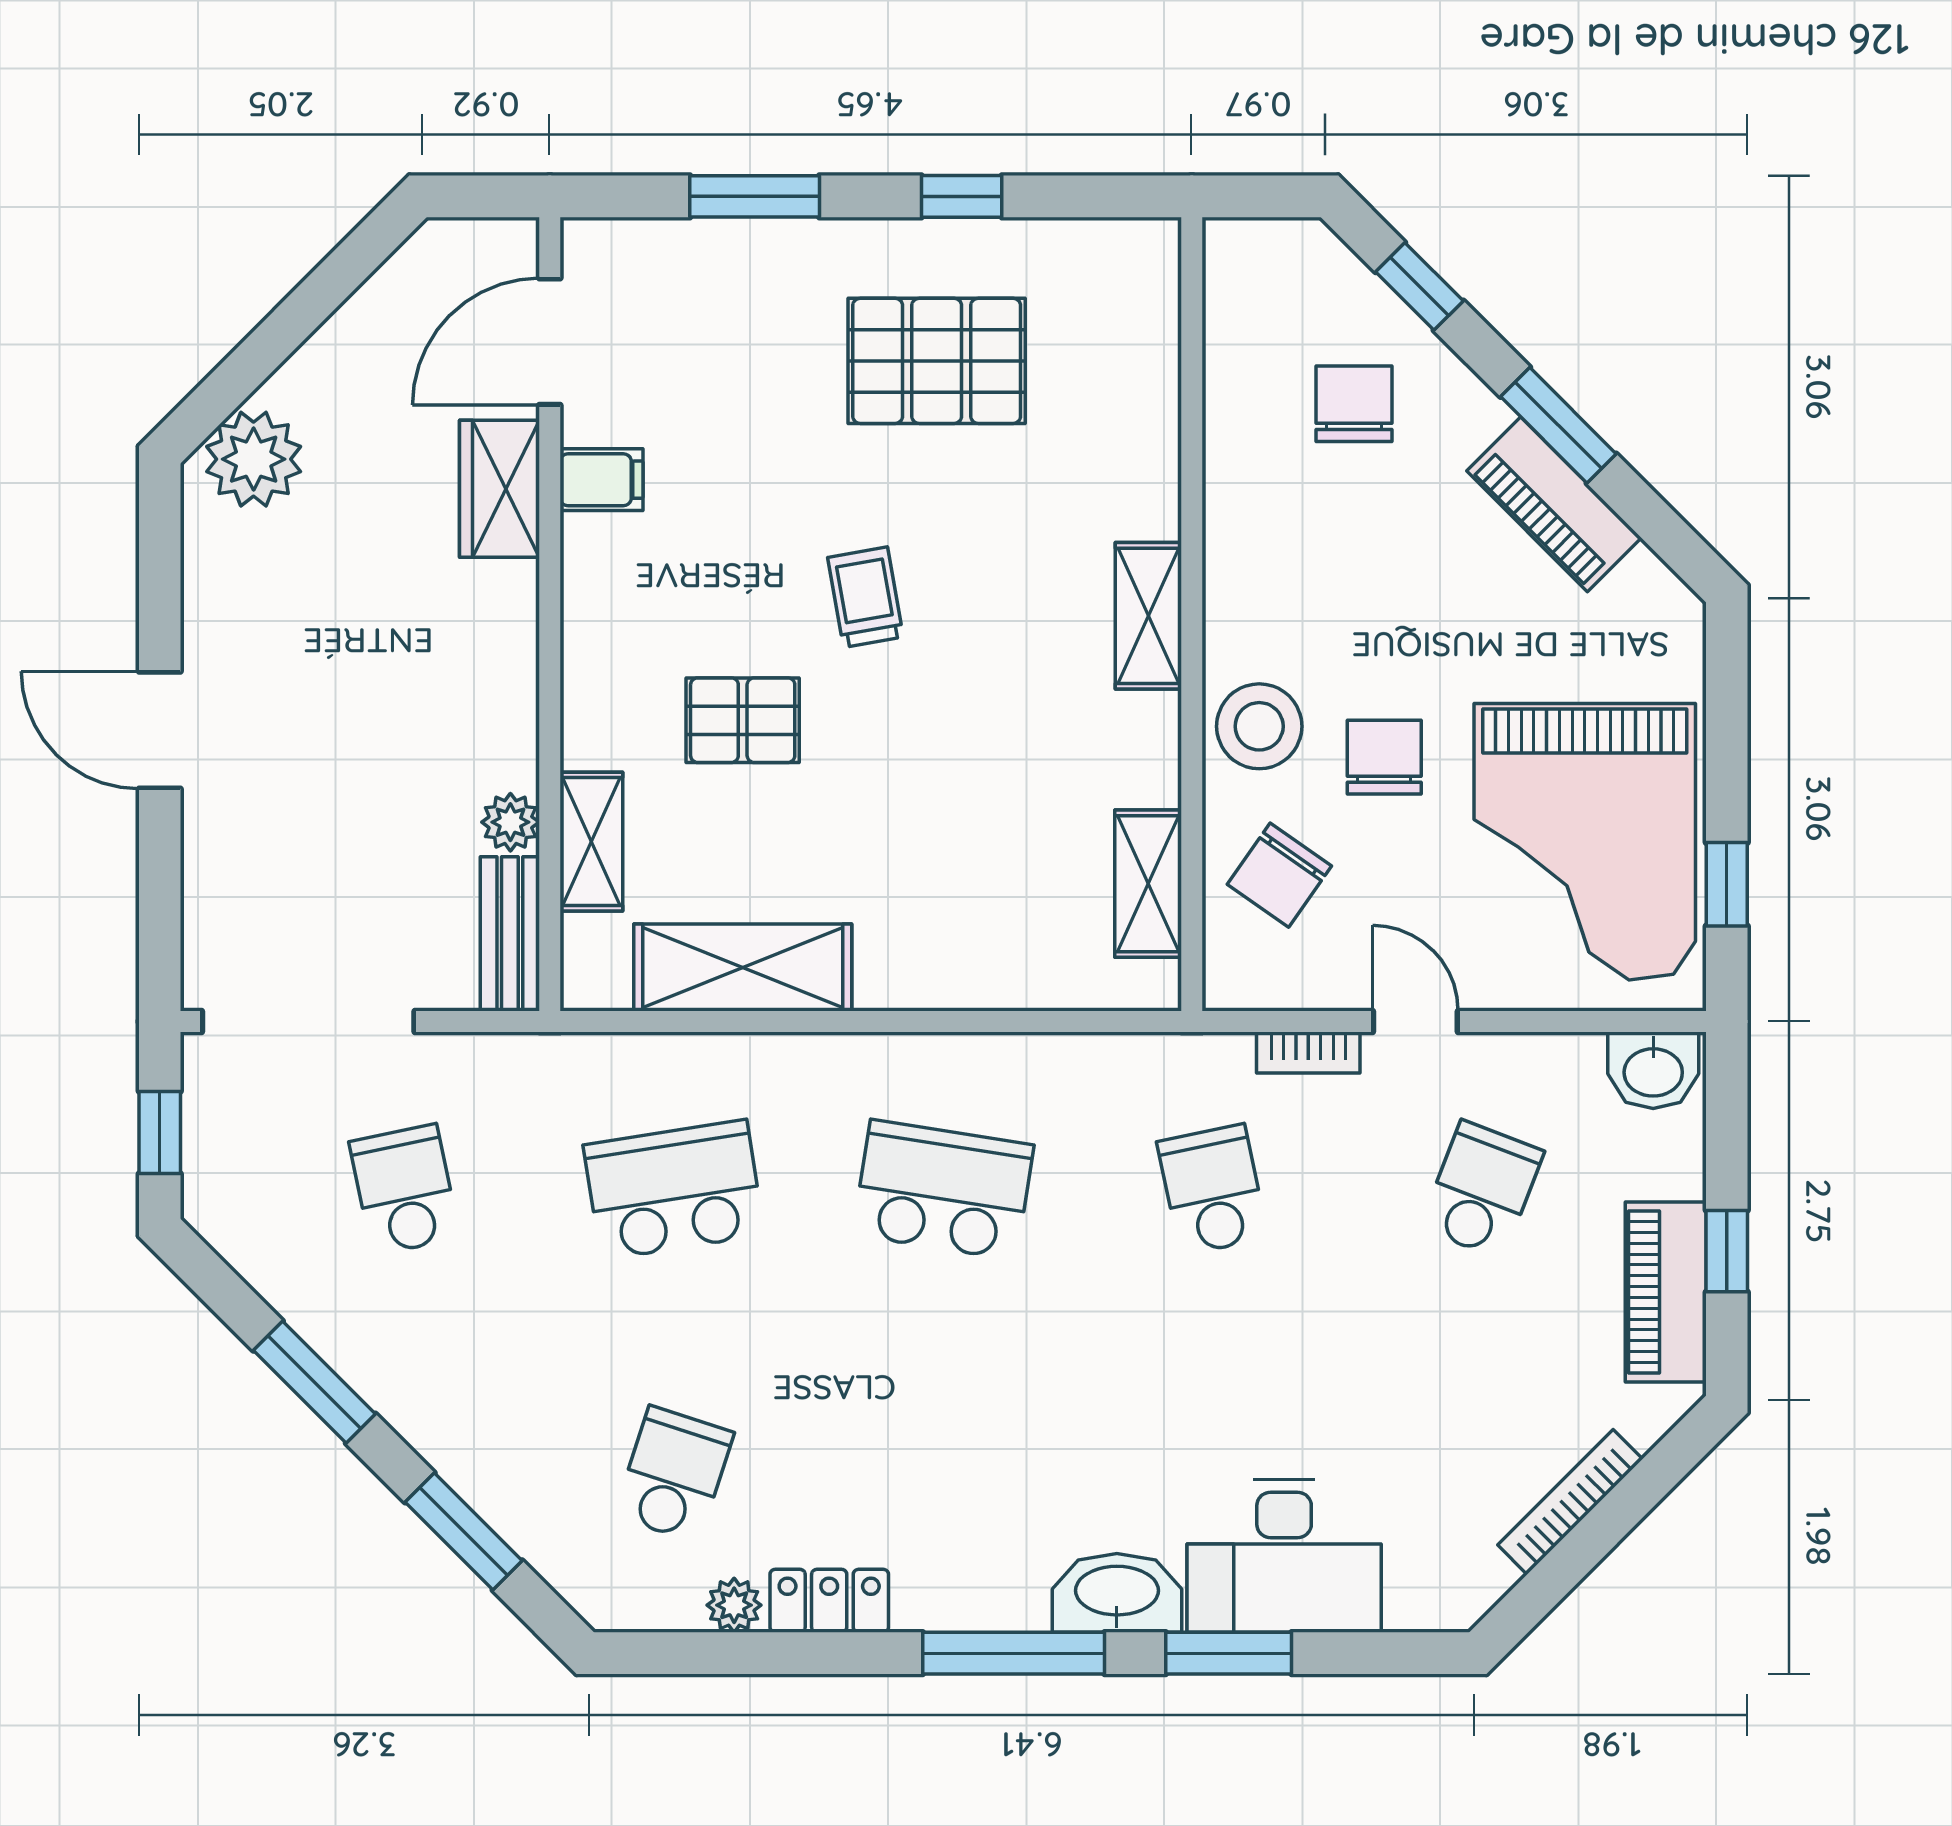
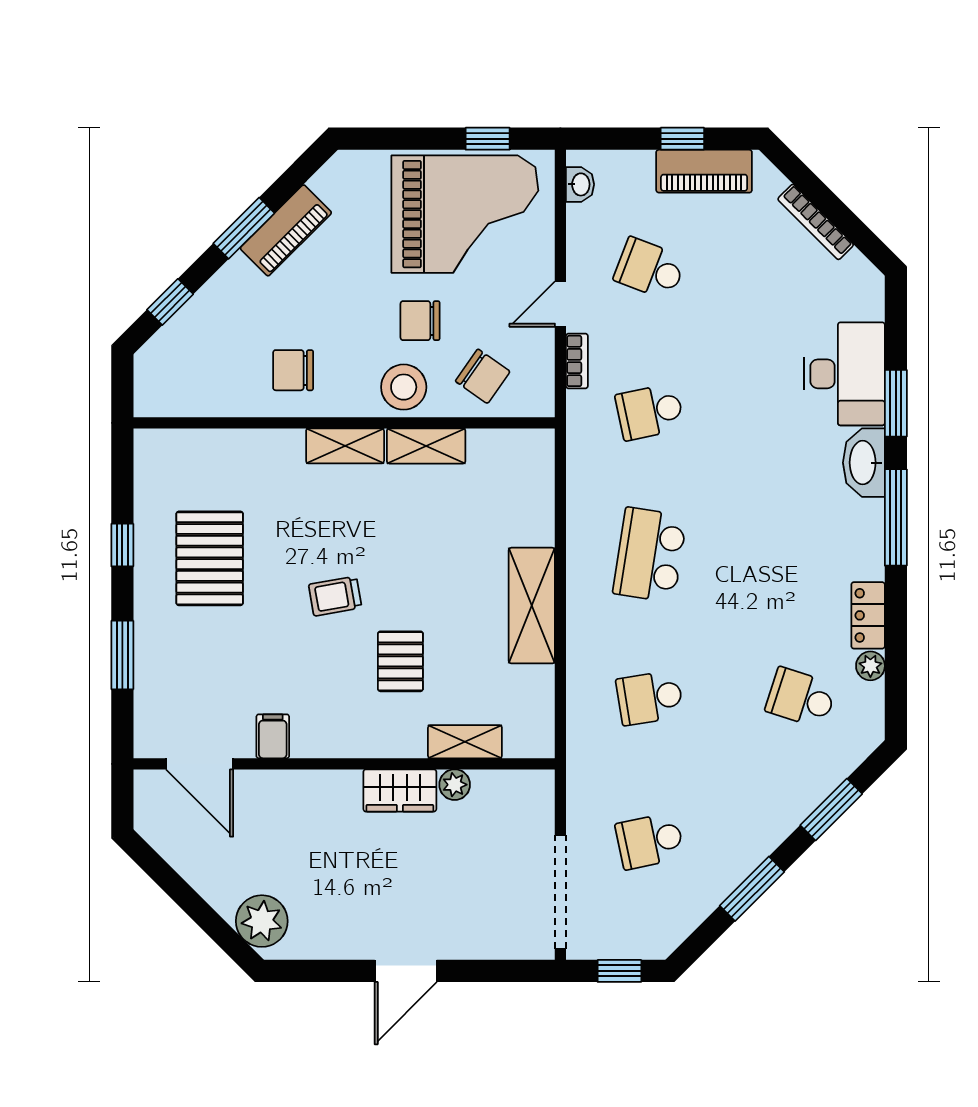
chair: (1354, 404) -> (293, 370), moved
wardrobe: (500, 489) -> (400, 790), moved
shelving: (1148, 884) -> (426, 446), moved
bench: (510, 934) -> (514, 785), removed
shelving: (743, 968) -> (532, 606), moved
washbasin: (1653, 1070) -> (580, 184), width x0.72, depth x0.69
school desk: (674, 1190) -> (650, 698), width x0.54

